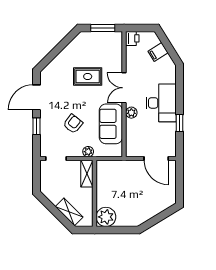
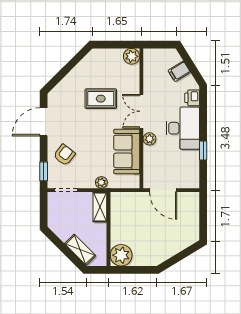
window: (103, 28) -> (118, 45), removed
plant: (115, 38) -> (132, 56), added
printer: (132, 38) -> (192, 98), moved, turned 180
armchair: (73, 124) -> (64, 155), moved
window: (36, 126) -> (44, 171), moved
door: (156, 158) -> (163, 190), moved

